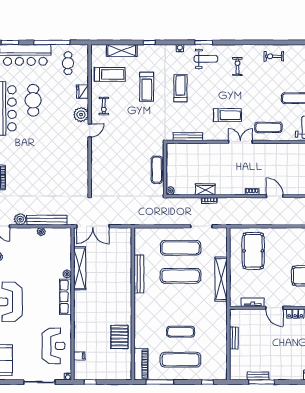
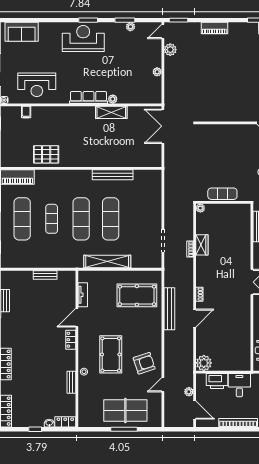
bench: (47, 220) -> (169, 309), moved
exercise mat: (181, 248) -> (81, 219), moved
shelving: (80, 268) -> (111, 112), width x0.68

